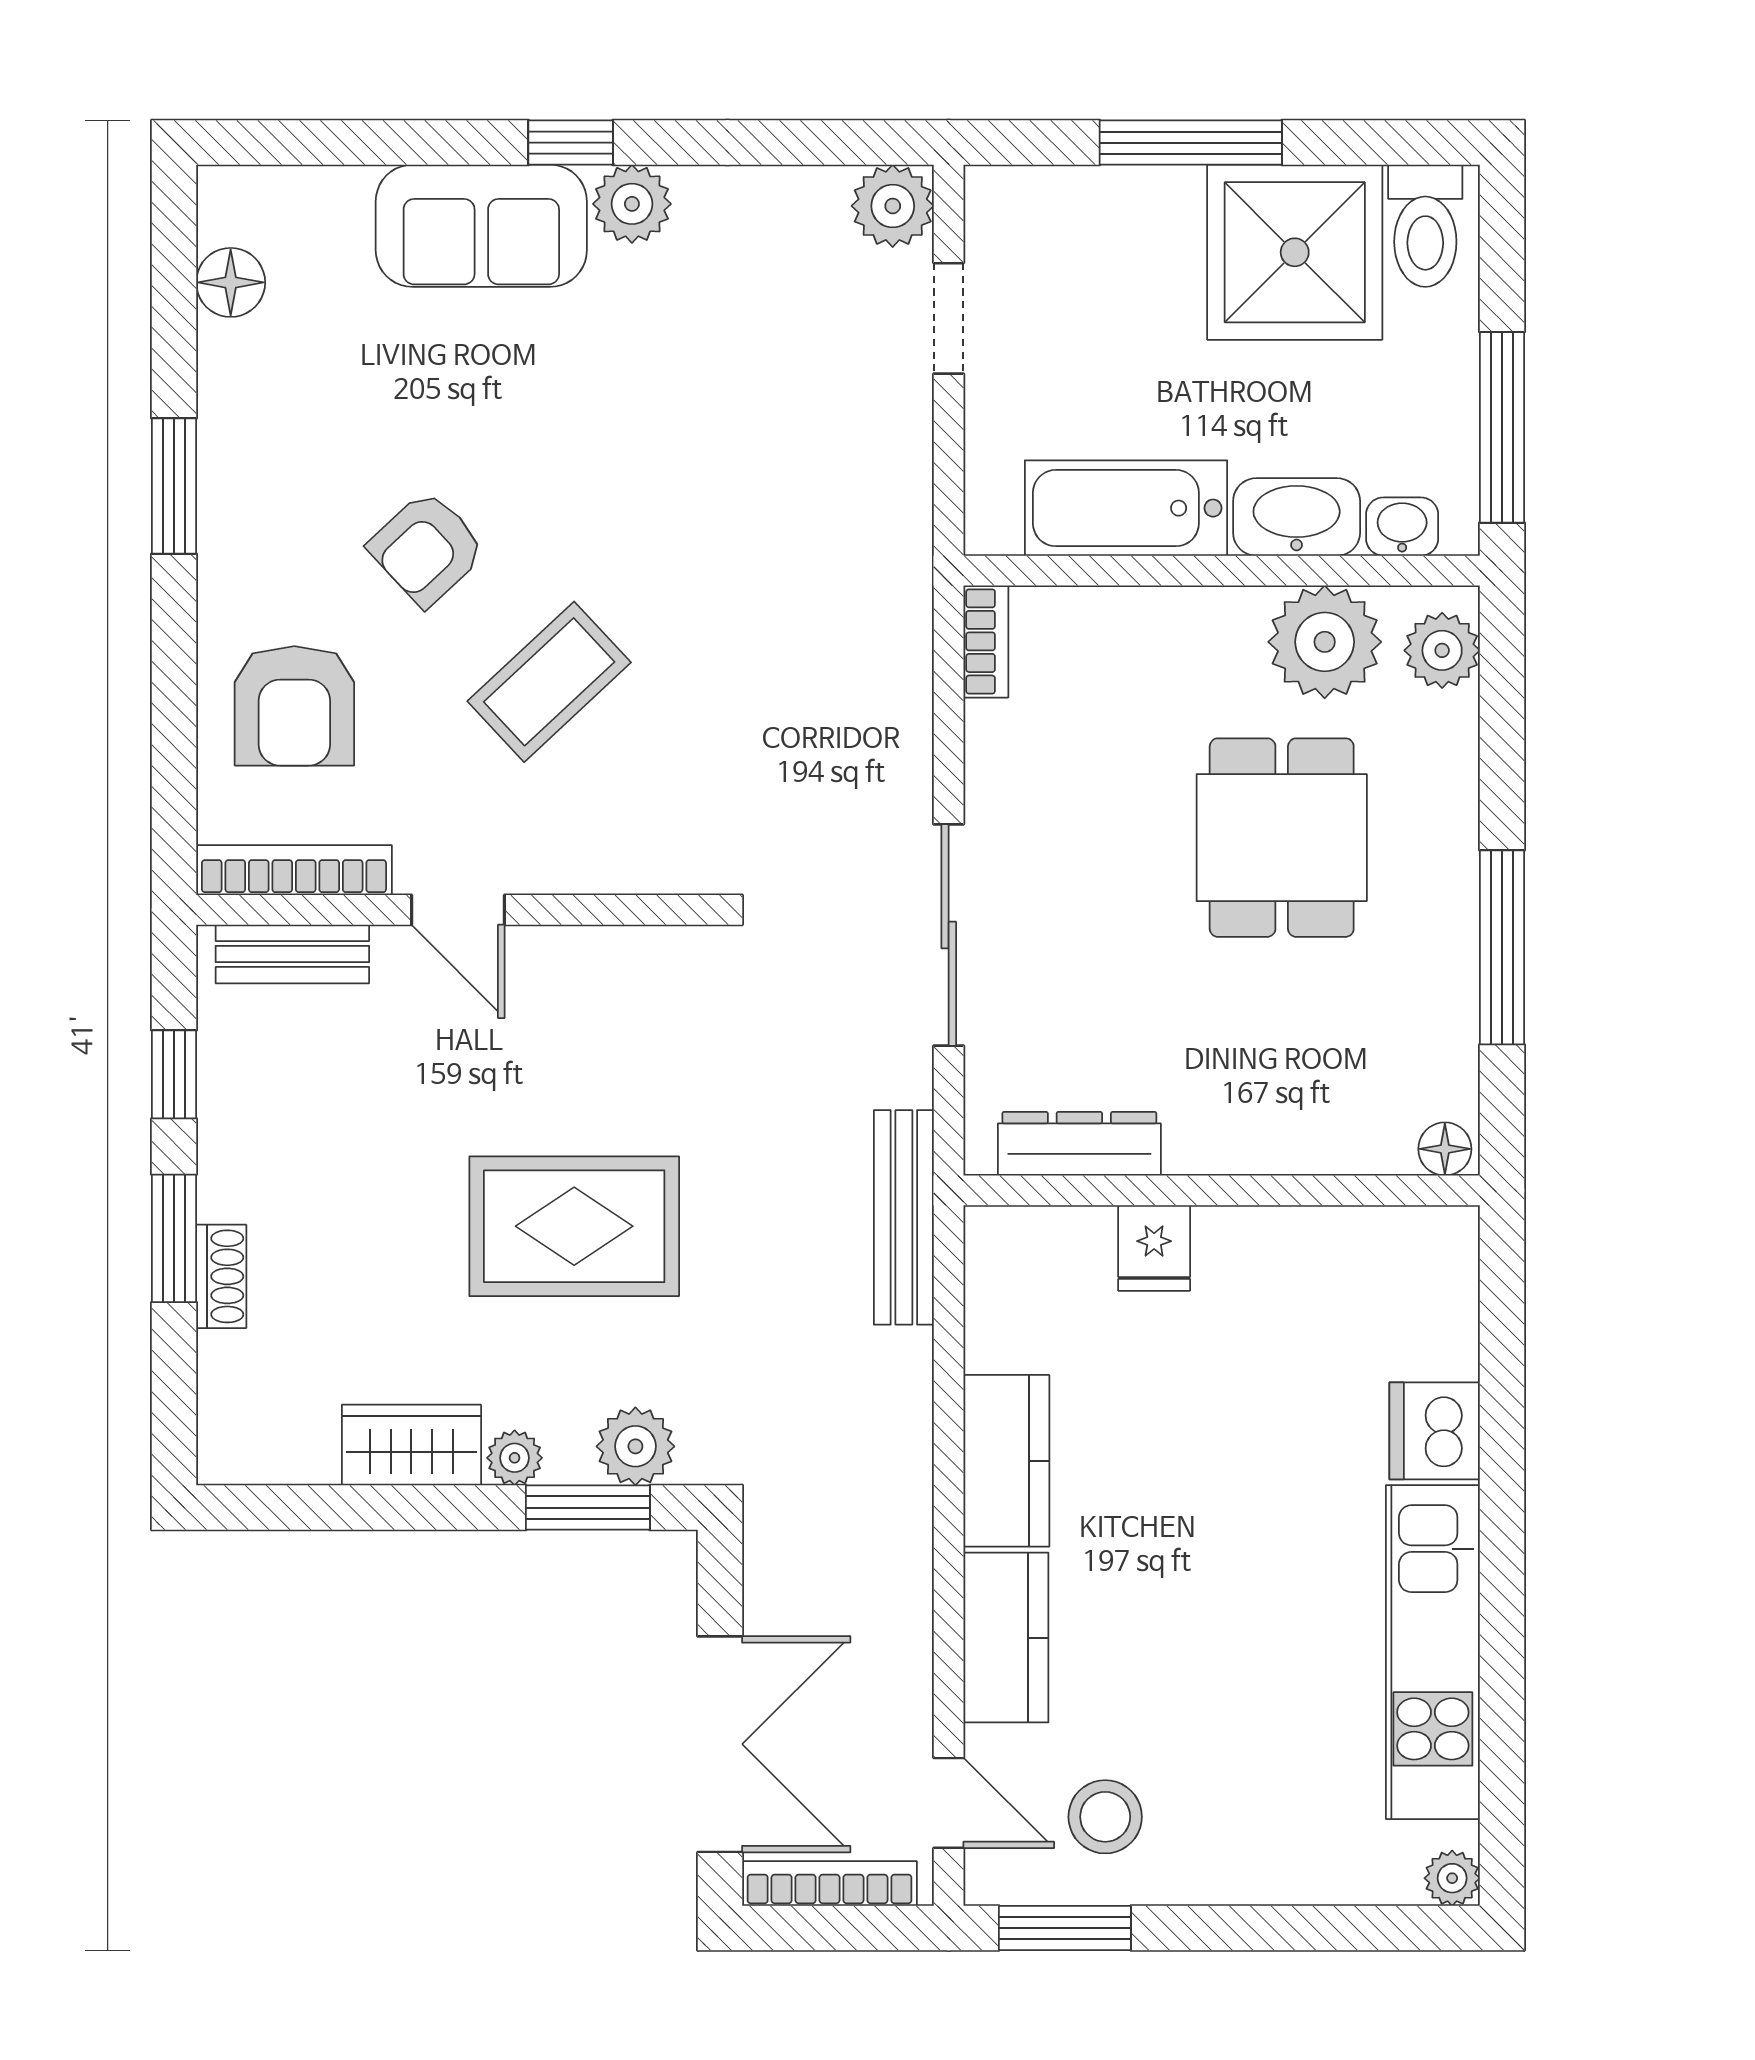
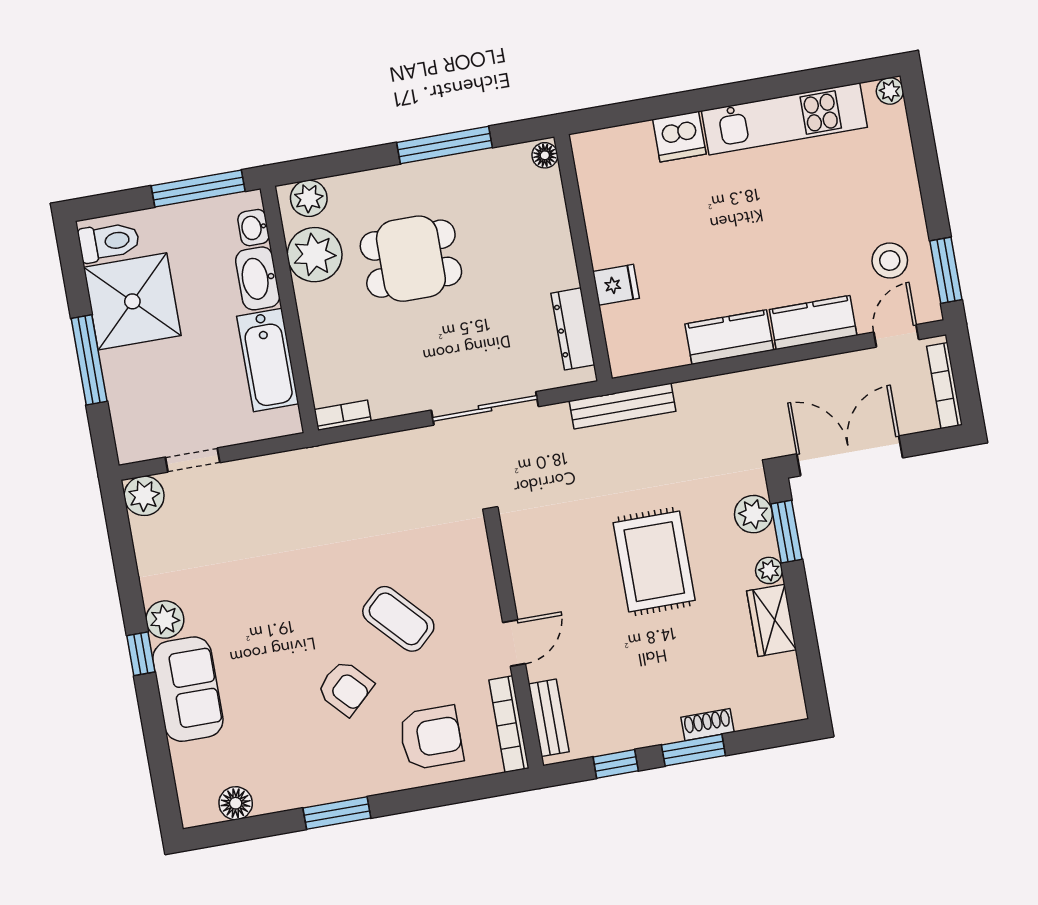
double door: (720, 1744) -> (850, 456), moved

